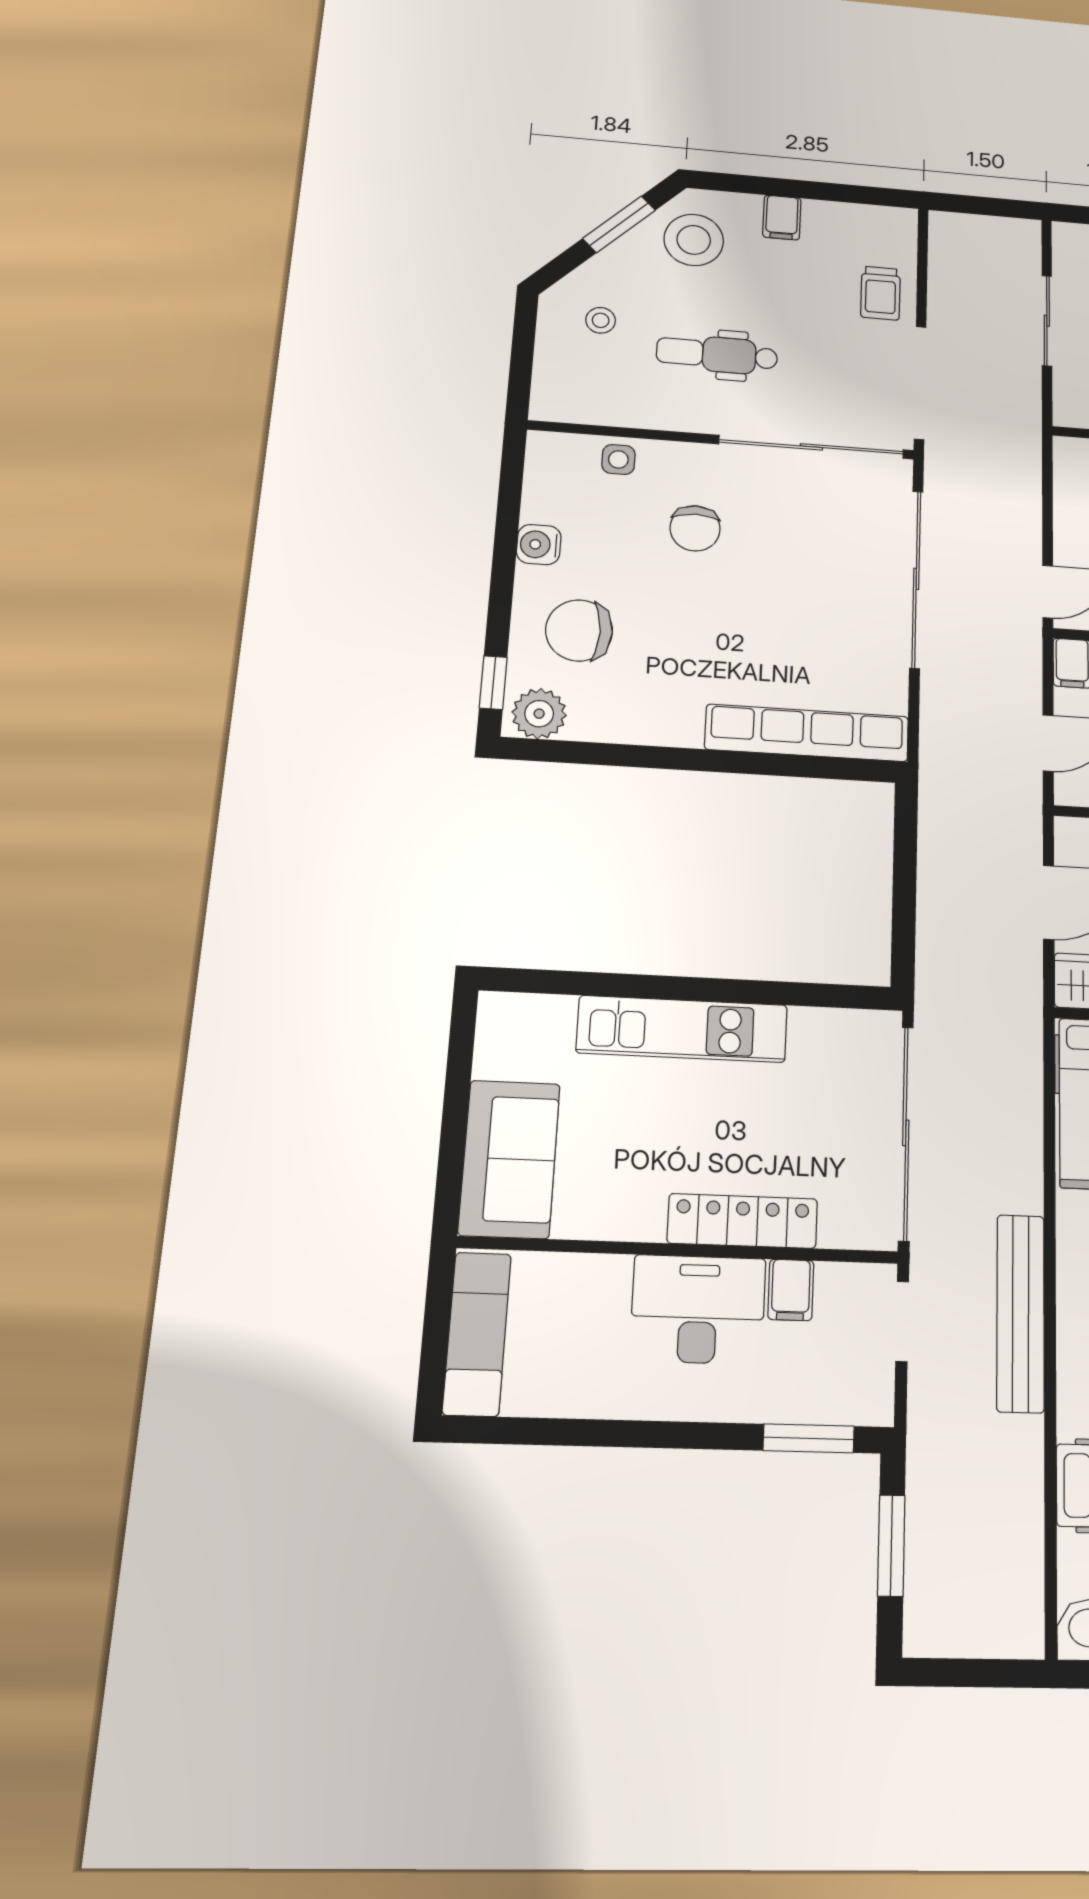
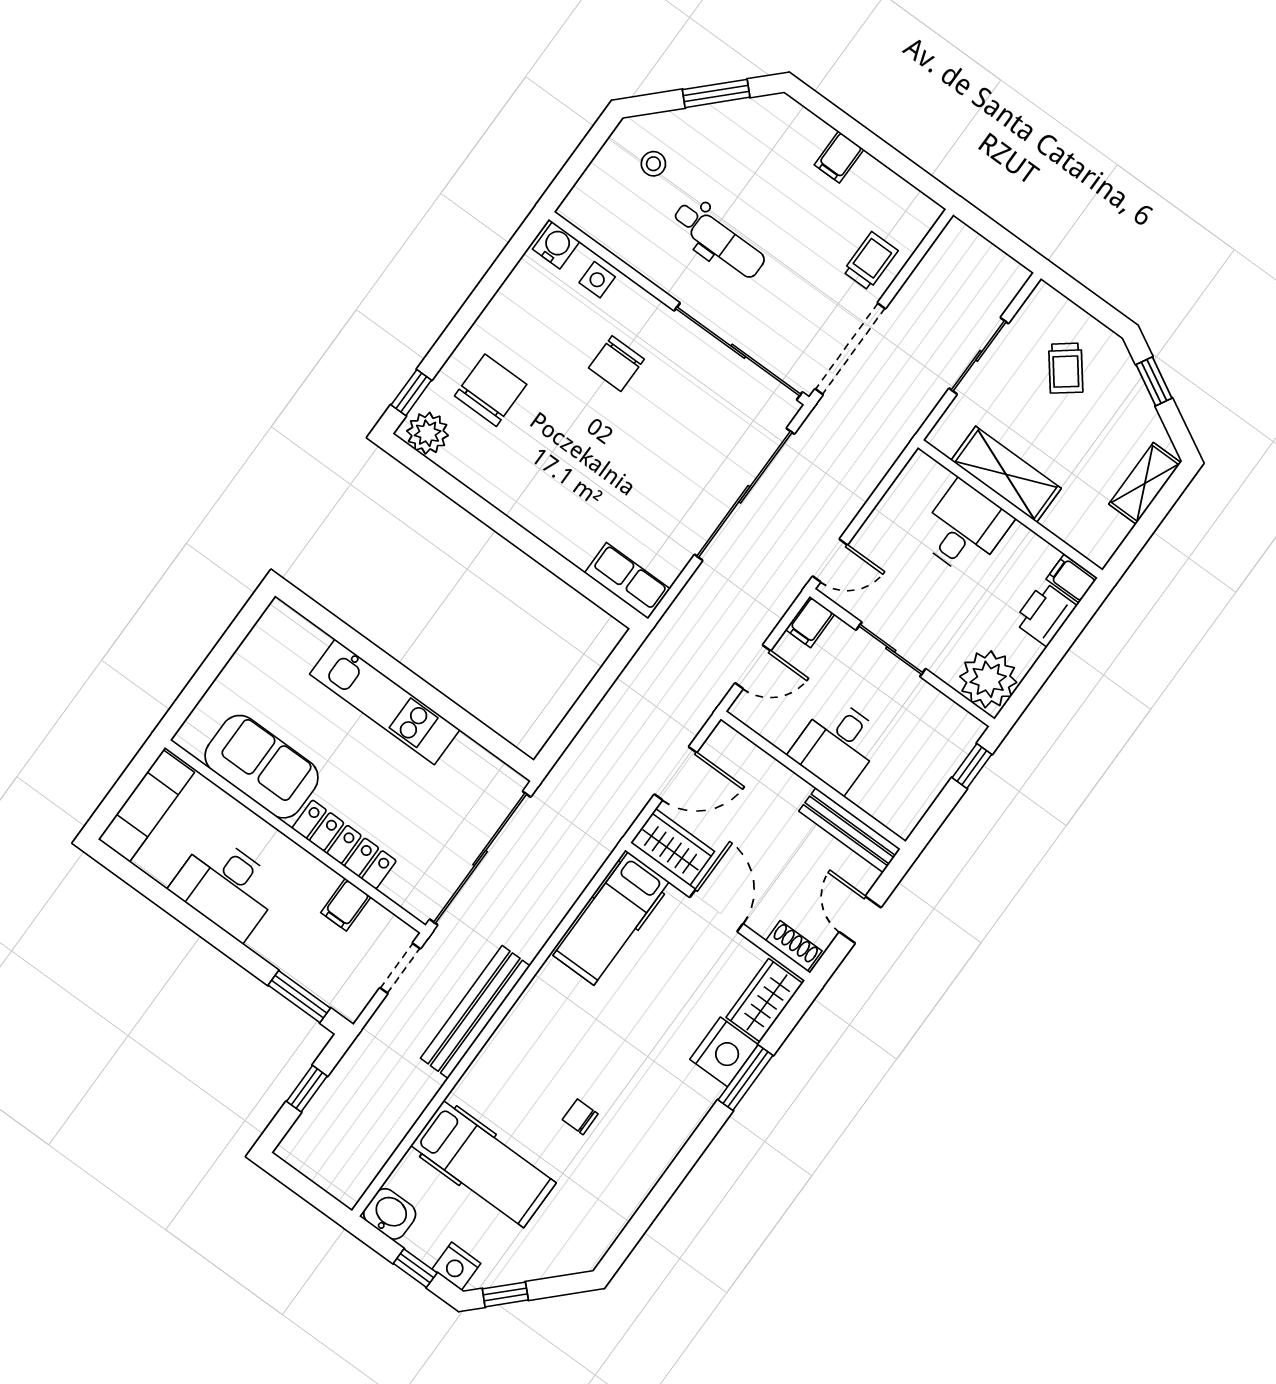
stool: (694, 240) -> (762, 138), removed
trolley: (881, 293) -> (870, 261), turned 180
dental chair: (717, 354) -> (719, 240), turned 180
water cooler: (539, 545) -> (556, 245), moved, turned 90
chair: (579, 630) -> (491, 390), turned 90
row of seats: (807, 733) -> (627, 581), width x0.50
sofa: (509, 1159) -> (262, 767), moved, turned -90
desk: (698, 1309) -> (226, 887), moved, turned 180
window: (891, 1545) -> (307, 1089), width x0.67

